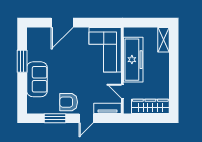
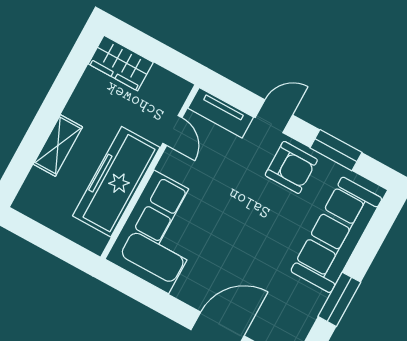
shelving: (163, 40) -> (58, 146), moved
sofa: (37, 79) -> (336, 235), width x1.36
wardrobe: (150, 106) -> (121, 63), width x0.67

